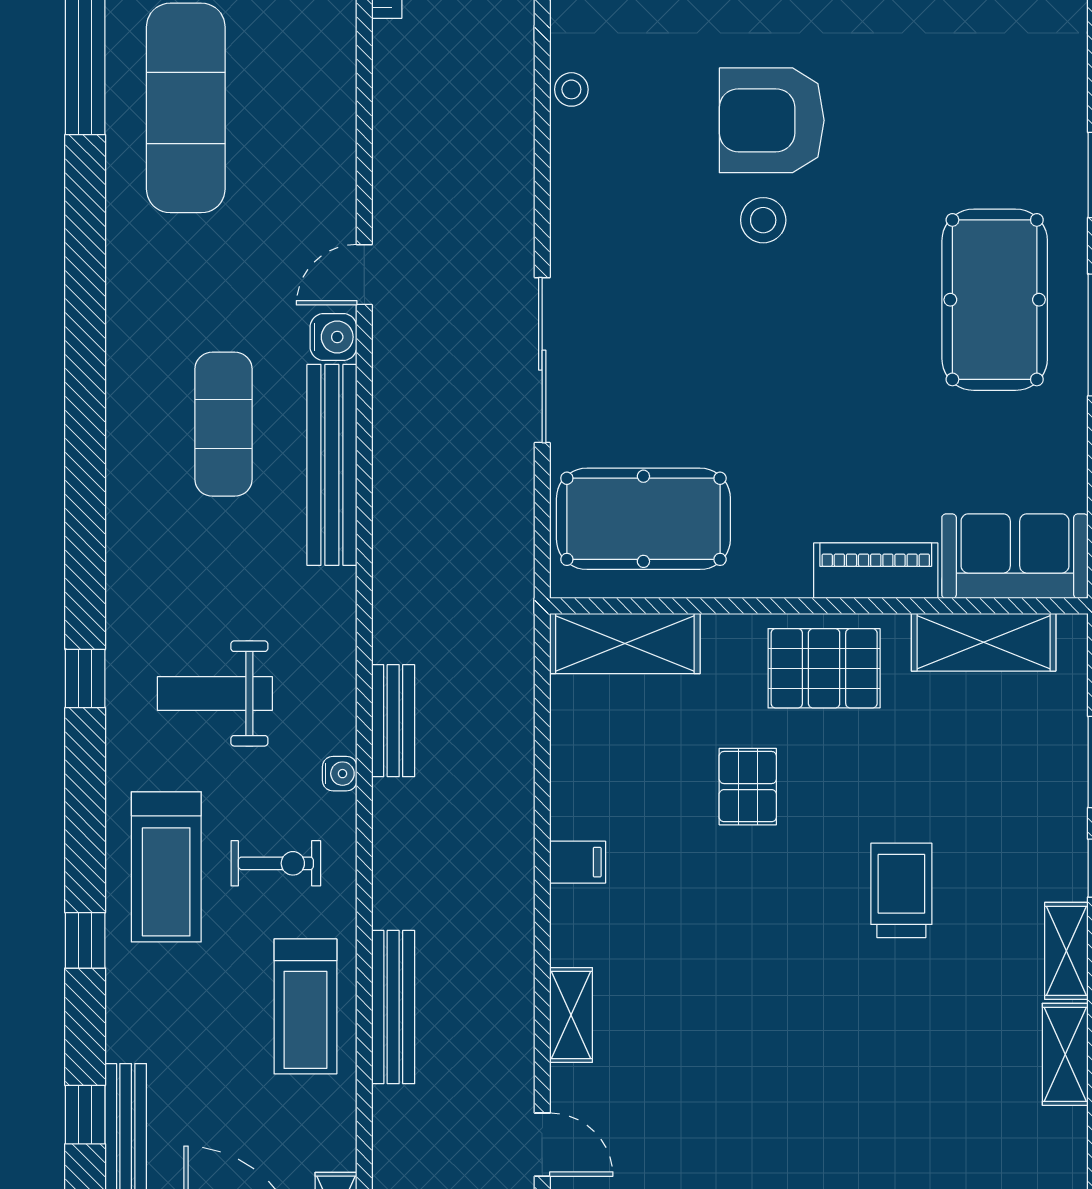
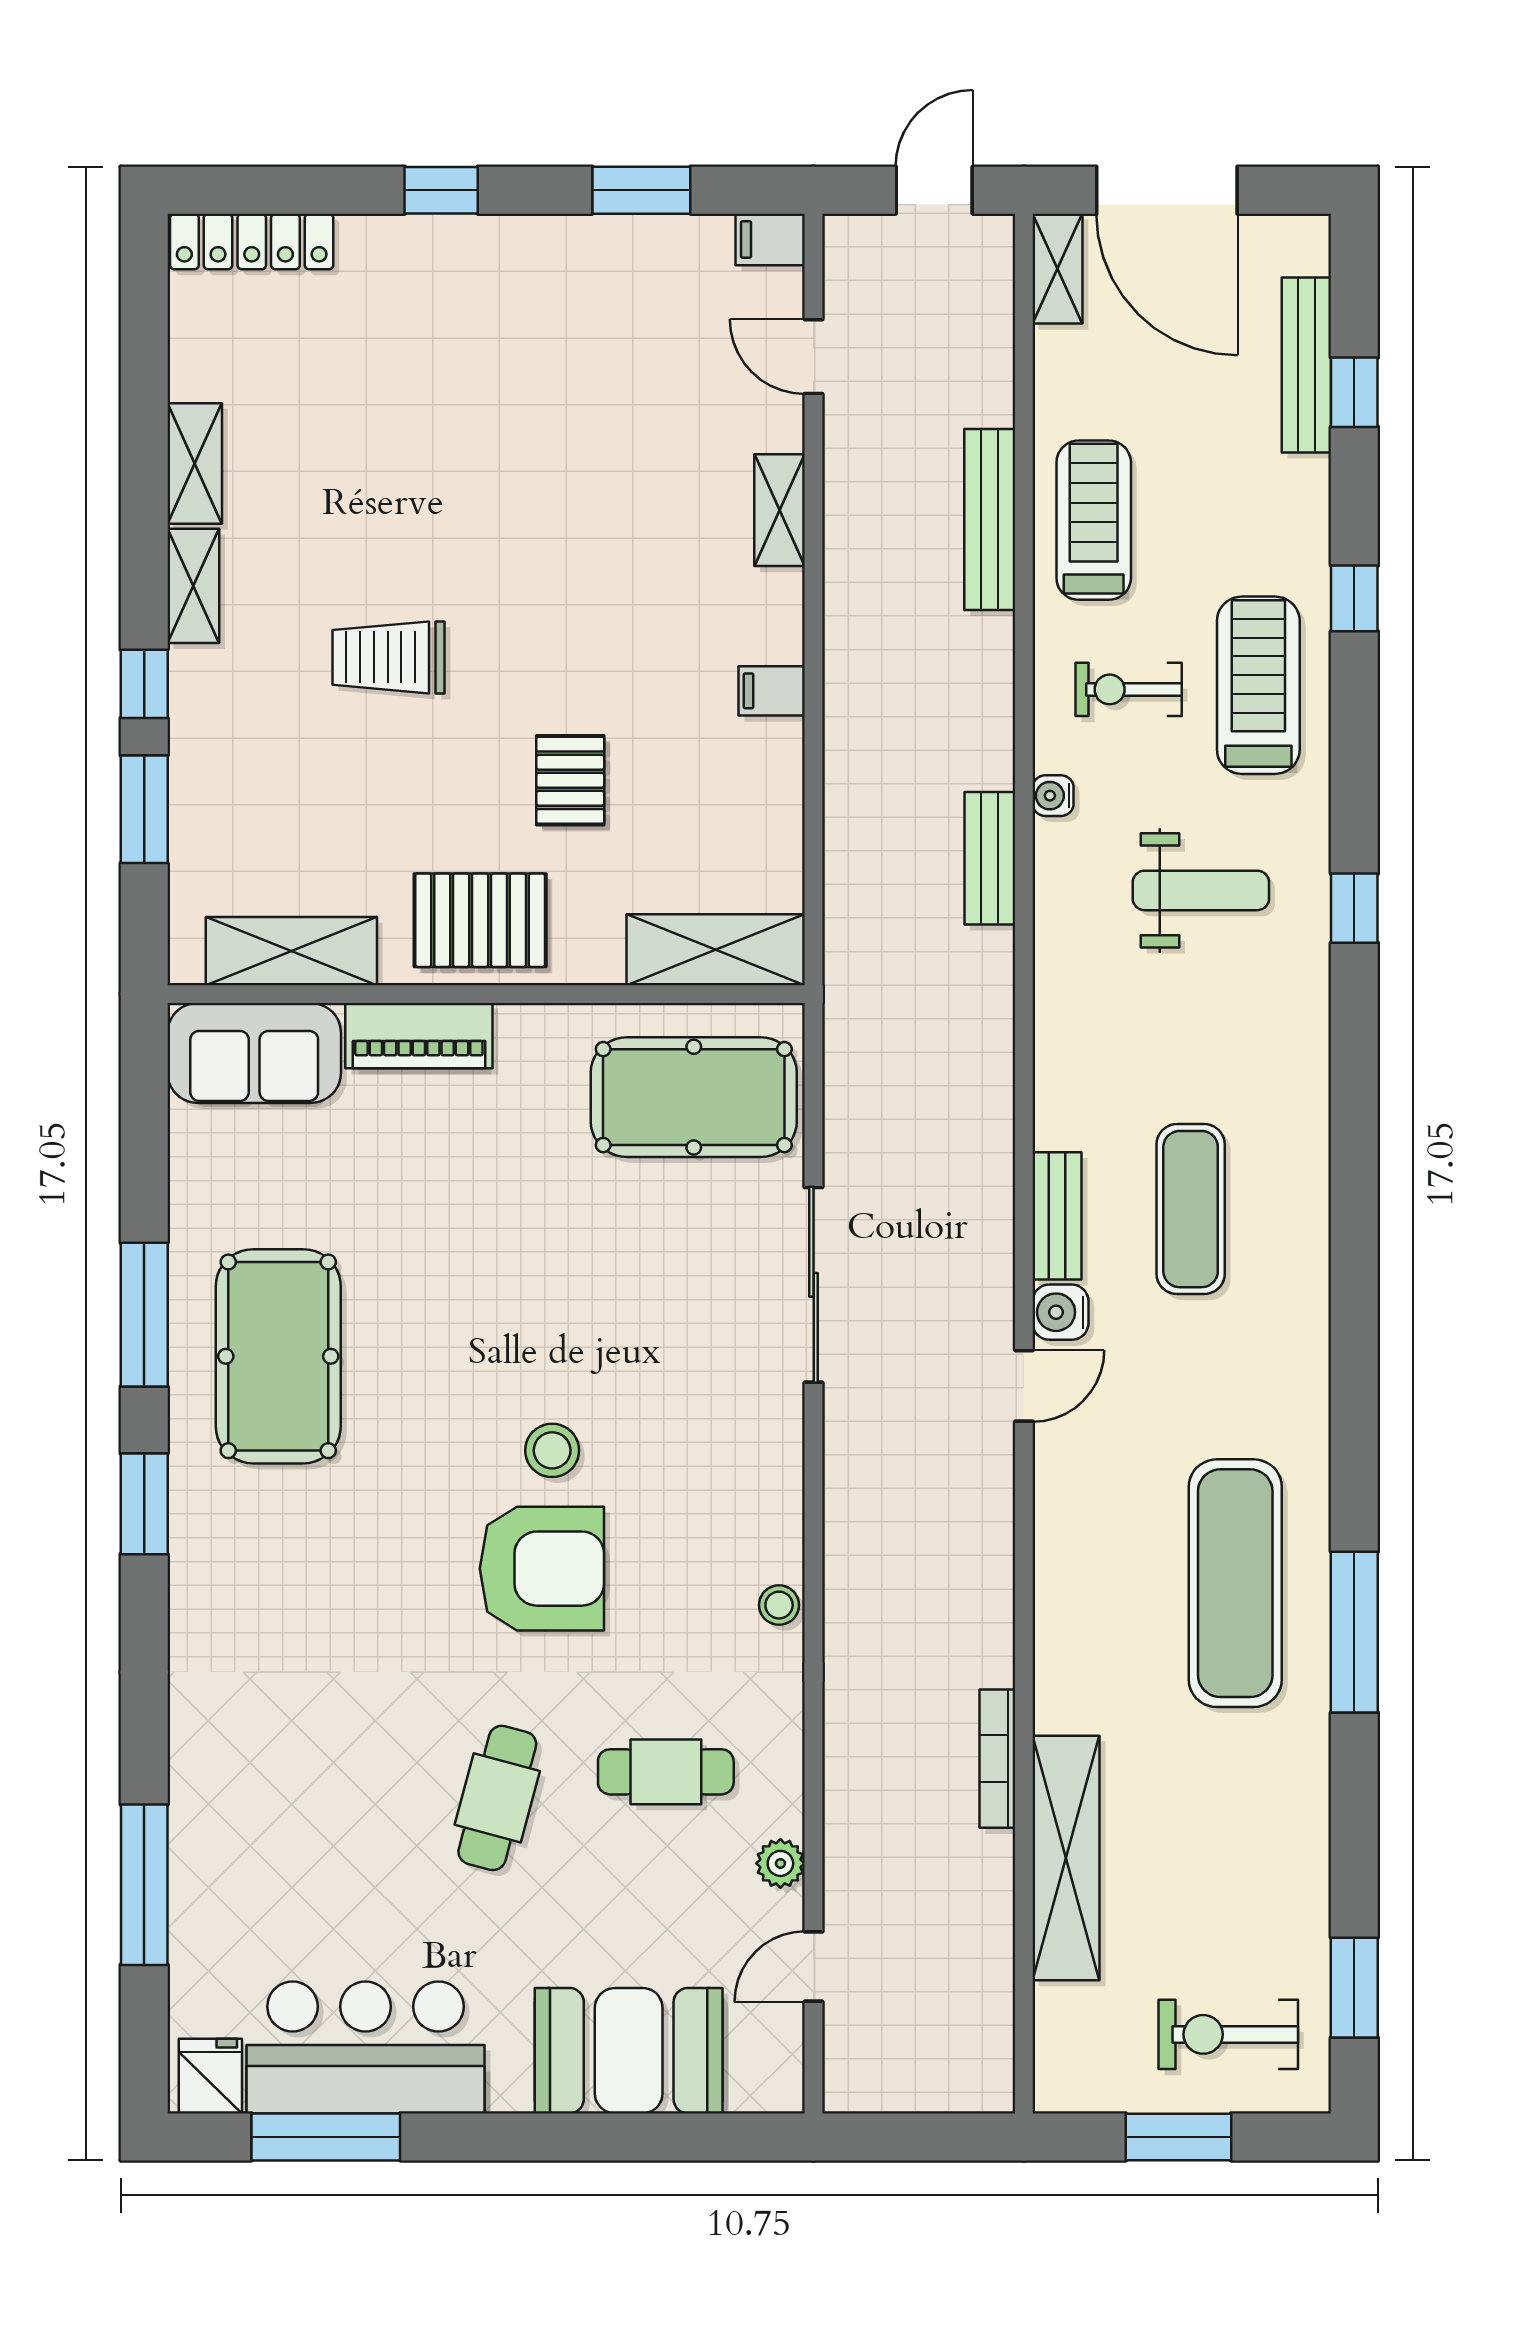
bench: (332, 465) -> (1057, 1216), width x0.54, depth x0.82
trolley: (901, 890) -> (389, 657), turned 90

